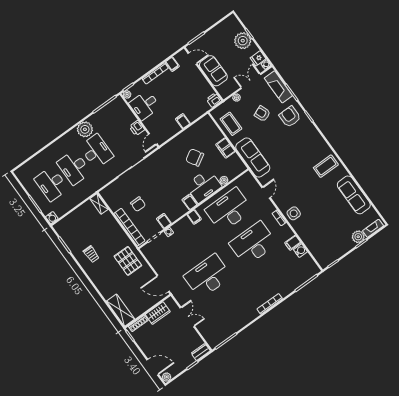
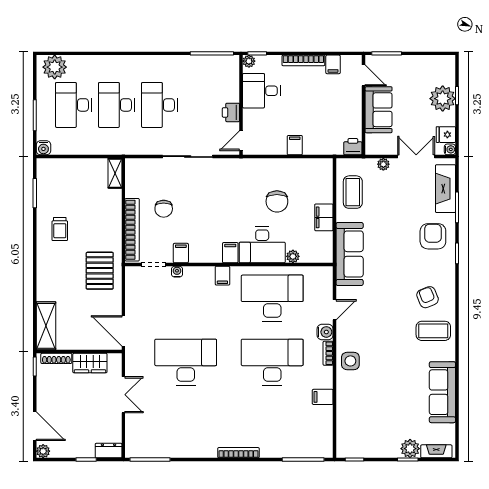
armchair: (262, 114) -> (428, 297), moved
plant: (85, 129) -> (55, 67), moved
desk: (96, 151) -> (159, 105), turned 180
chair: (195, 157) -> (277, 201), turned -149
water cooler: (300, 251) -> (325, 332), moved

